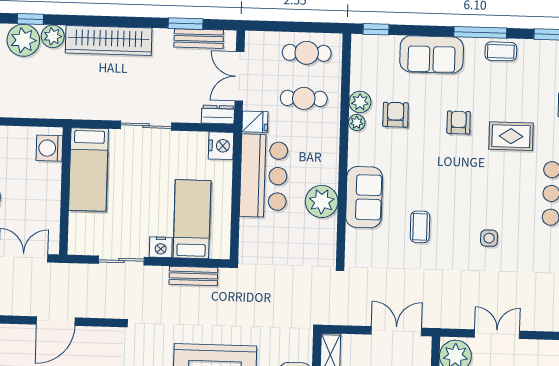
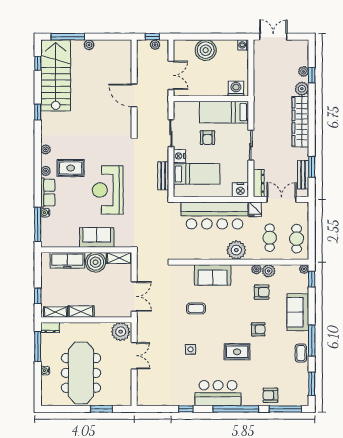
plant: (23, 40) -> (303, 71), width x0.53, depth x0.53
plant: (359, 42) -> (304, 269), added
dresser: (218, 115) -> (259, 183), width x1.44
rug: (511, 136) -> (237, 352), moved, turned 90
bar counter: (264, 176) -> (215, 215), width x1.36
armchair: (131, 199) -> (207, 138), added
plant: (322, 201) -> (236, 250), moved

